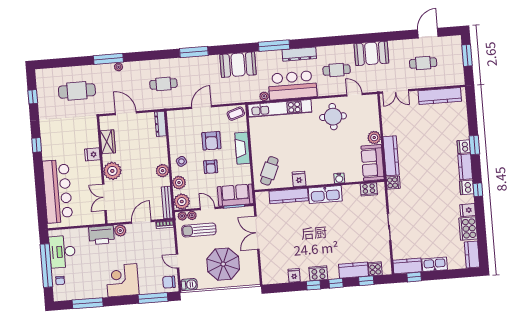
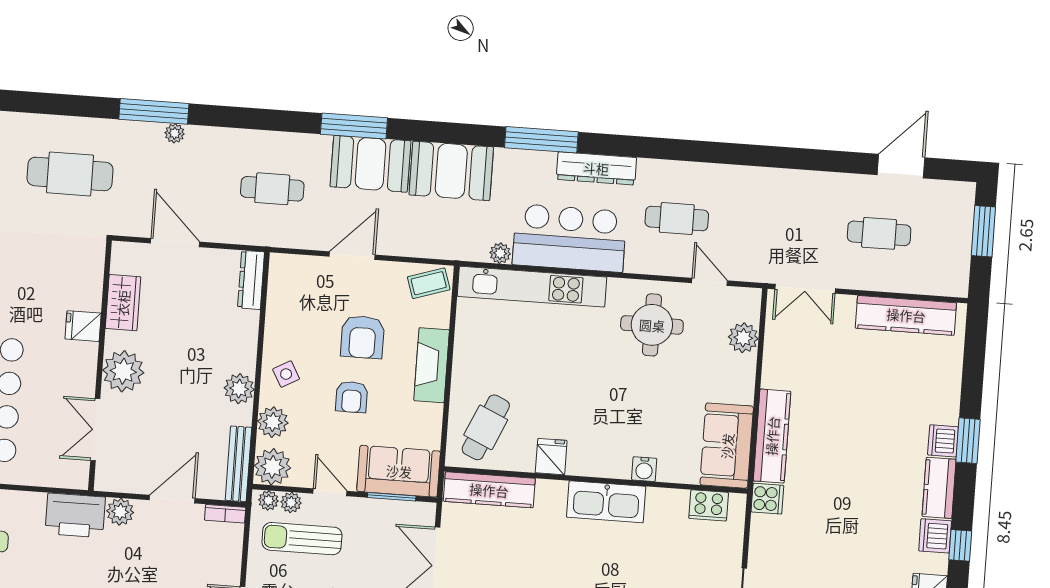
booth: (371, 53) -> (370, 164), moved
plant: (374, 138) -> (743, 338), moved
kitchen counter: (289, 196) -> (489, 490), moved

